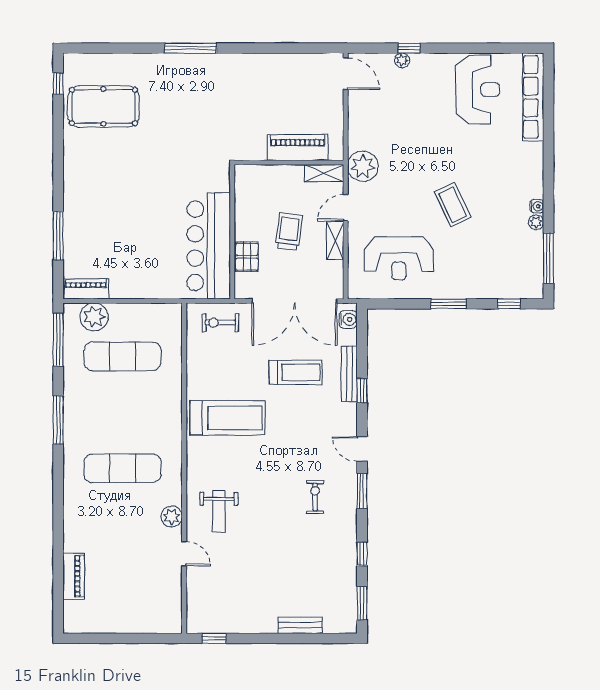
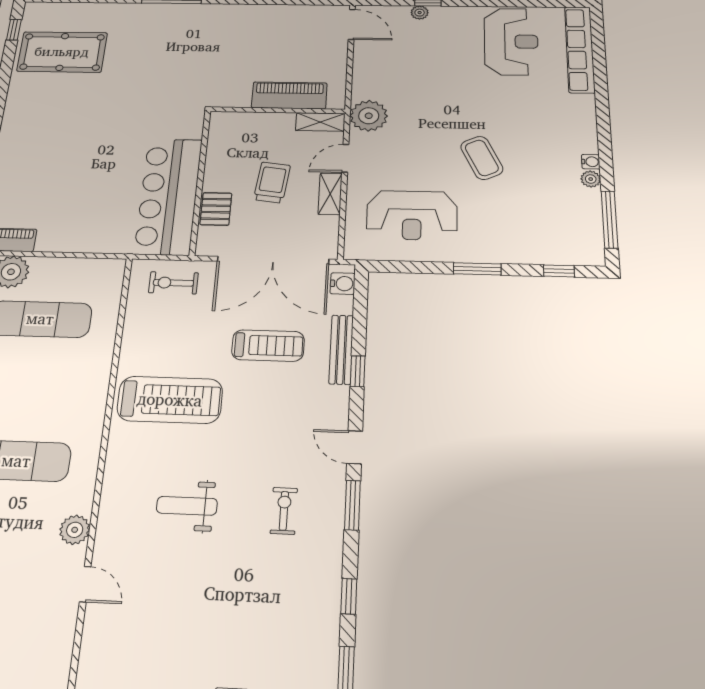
weight bench: (219, 511) -> (187, 506), moved, turned 90

